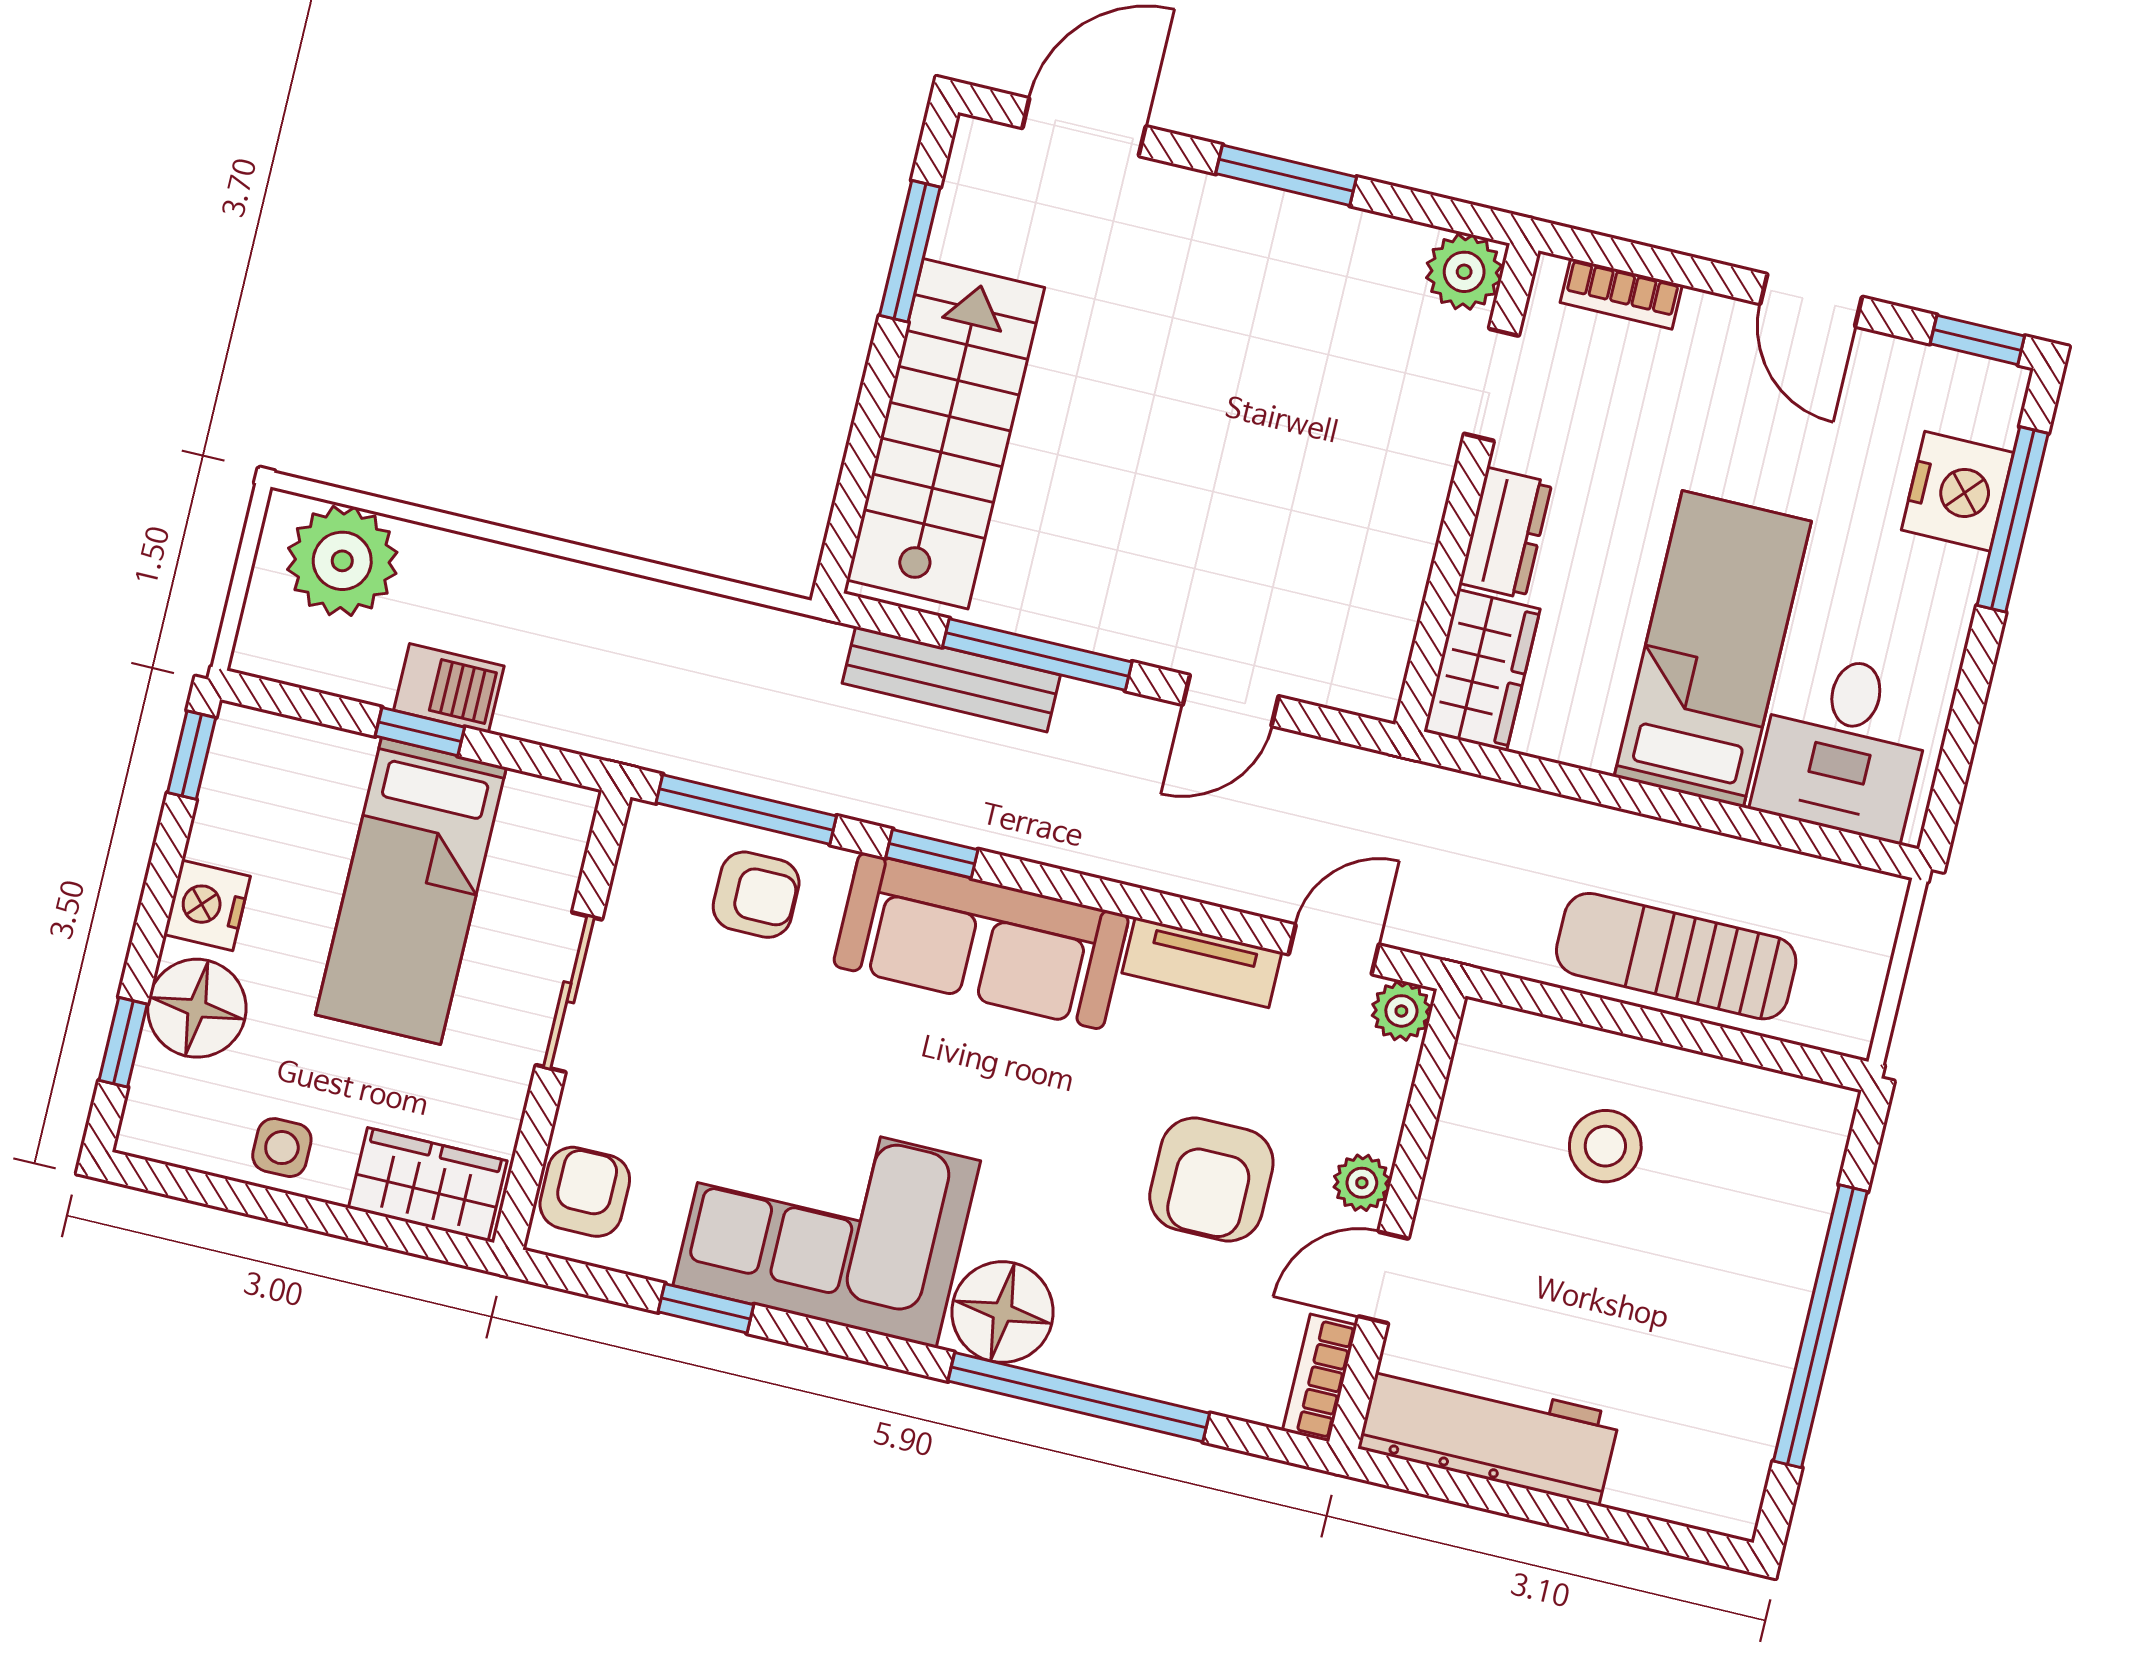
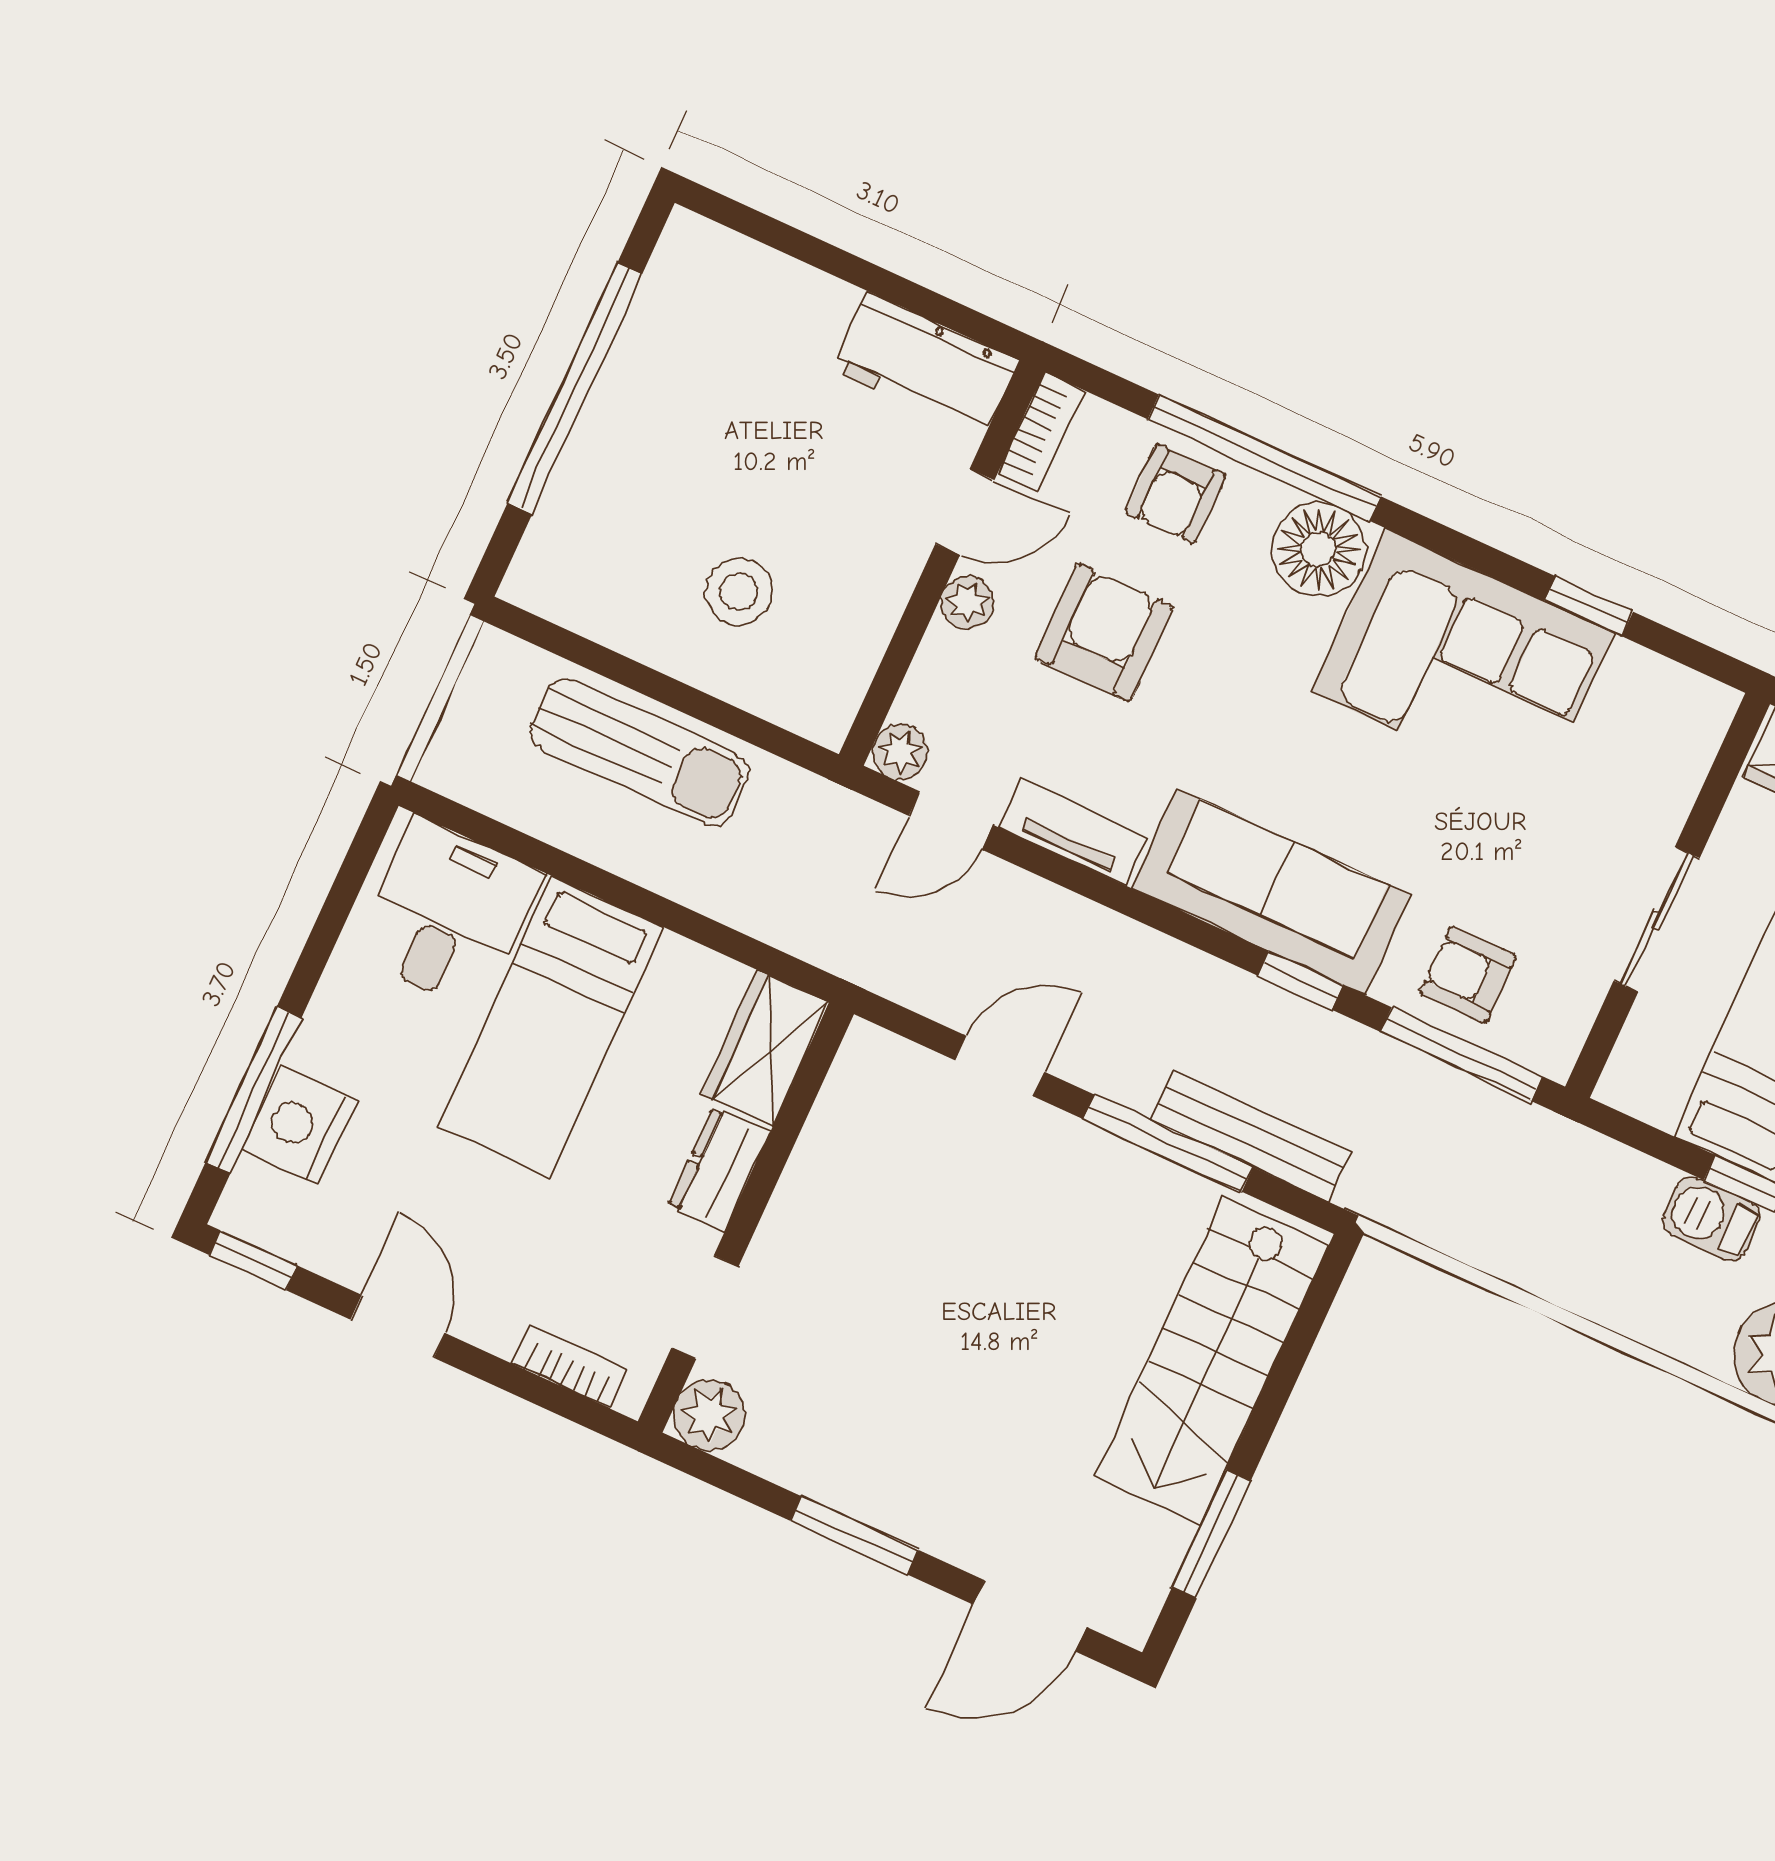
armchair: (585, 1192) -> (1175, 494), moved
workbench: (1489, 1432) -> (925, 365), width x0.73

